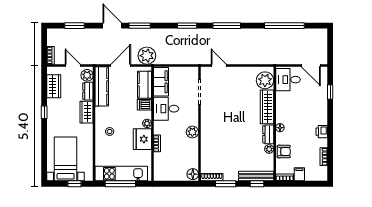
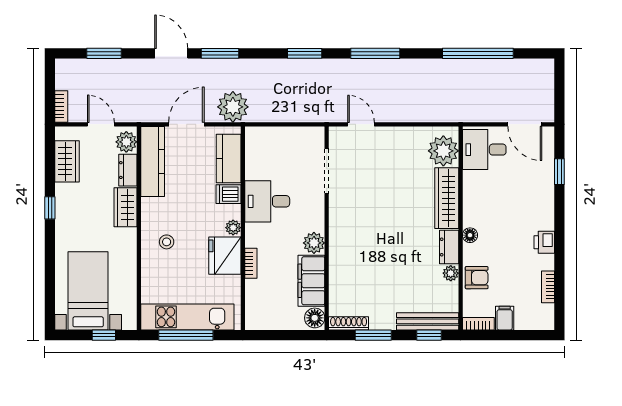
filing cabinet: (161, 82) -> (311, 281), moved, turned 180

